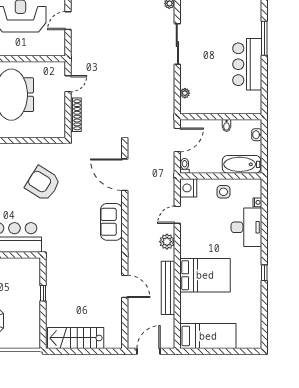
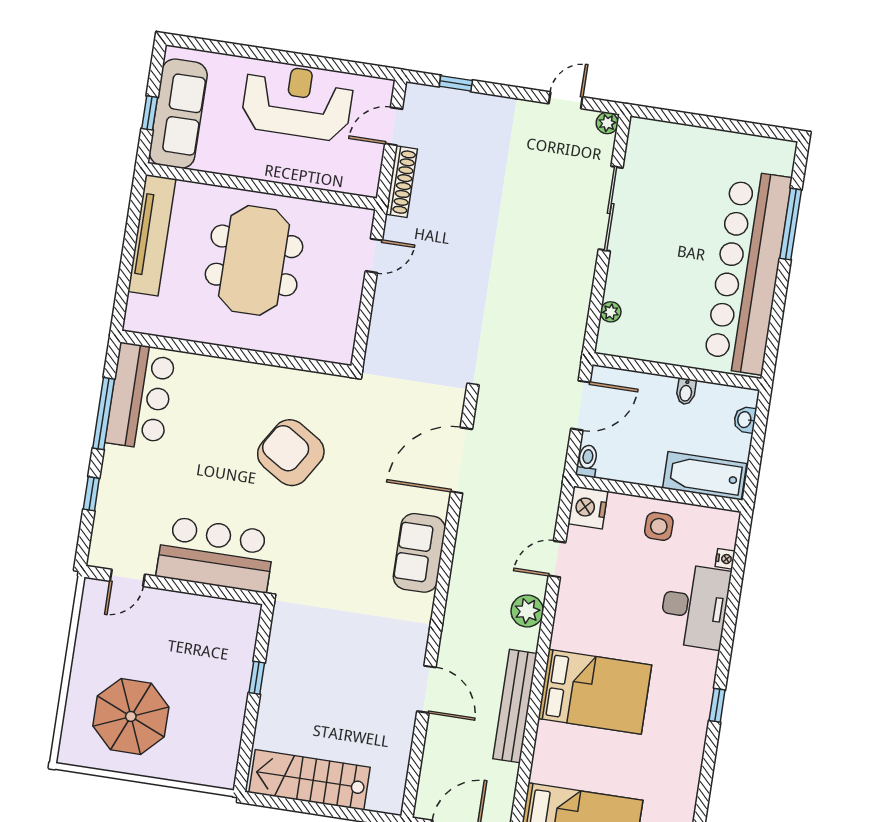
bar counter: (247, 64) -> (748, 272), width x1.86
shoe rack: (76, 115) -> (402, 182), moved
door: (125, 175) -> (461, 460), hinge flipped

